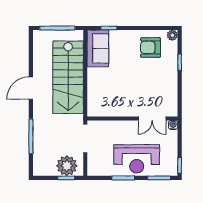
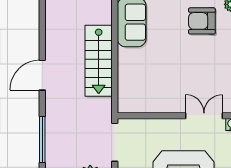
stairs: (68, 77) -> (99, 61), width x0.73, depth x0.66
double door: (152, 118) -> (204, 116), swing flipped

